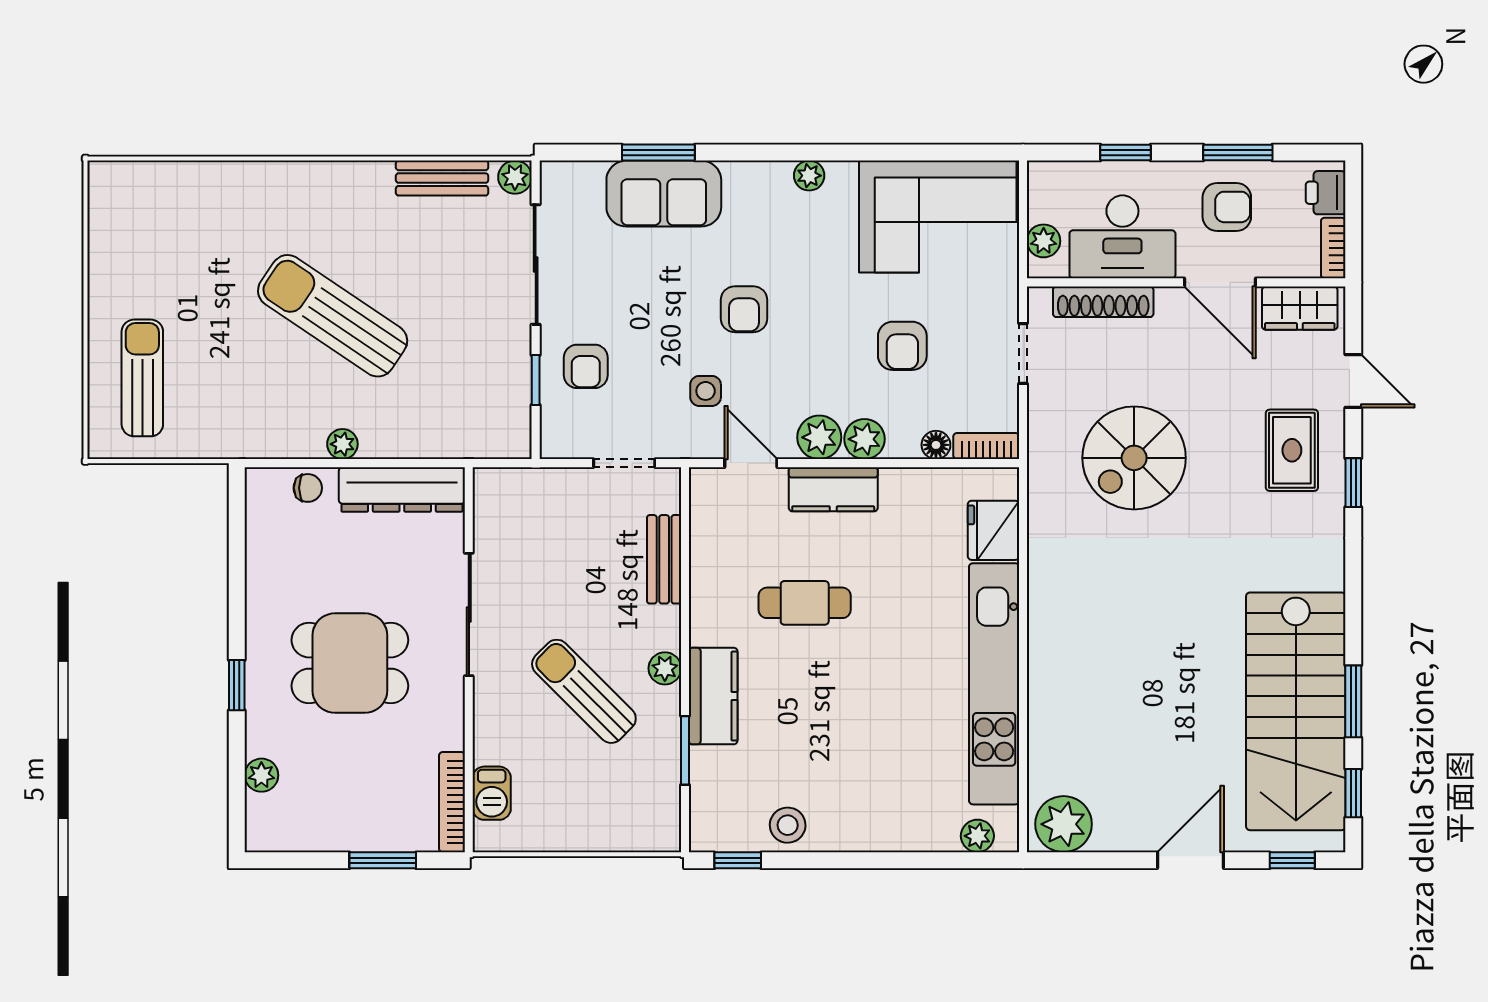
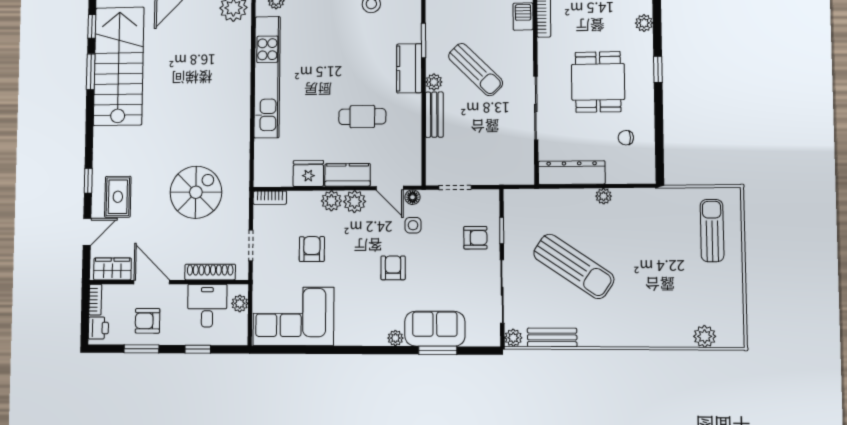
plant: (809, 176) -> (395, 338), moved
plant: (160, 181) -> (705, 336), added
desk: (1122, 237) -> (207, 306), width x0.73
sun lounger: (333, 316) -> (574, 266), moved
armchair: (586, 366) -> (475, 238), turned 90
sun lounger: (142, 378) -> (712, 231), turned 180
door: (1353, 381) -> (87, 232), swing flipped
floor lamp: (936, 445) -> (413, 197), moved
chair: (308, 488) -> (626, 138), moved
fridge: (994, 530) -> (308, 174), moved, turned -90
bench: (664, 559) -> (434, 115), moved
dining table: (350, 663) -> (598, 82), turned 90

